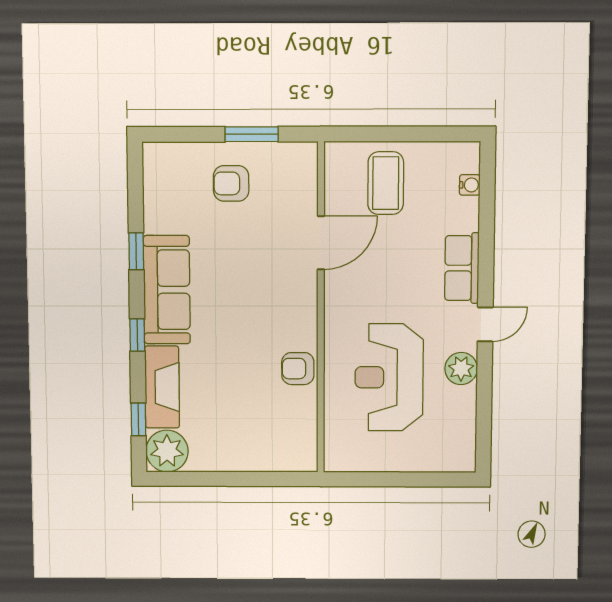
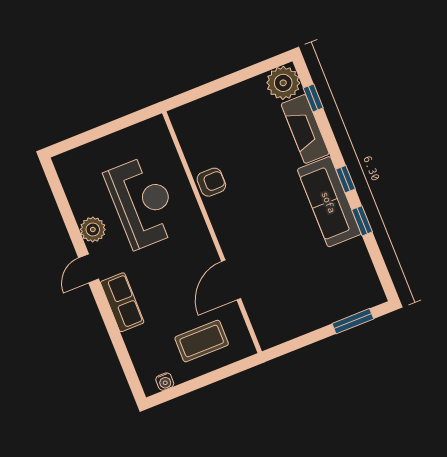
window: (252, 134) -> (353, 321), moved
armchair: (231, 183) -> (312, 297), removed
coffee table: (386, 183) -> (202, 341), turned 90
water cooler: (470, 185) -> (165, 382), moved, turned -90
window: (137, 335) -> (345, 179), moved

